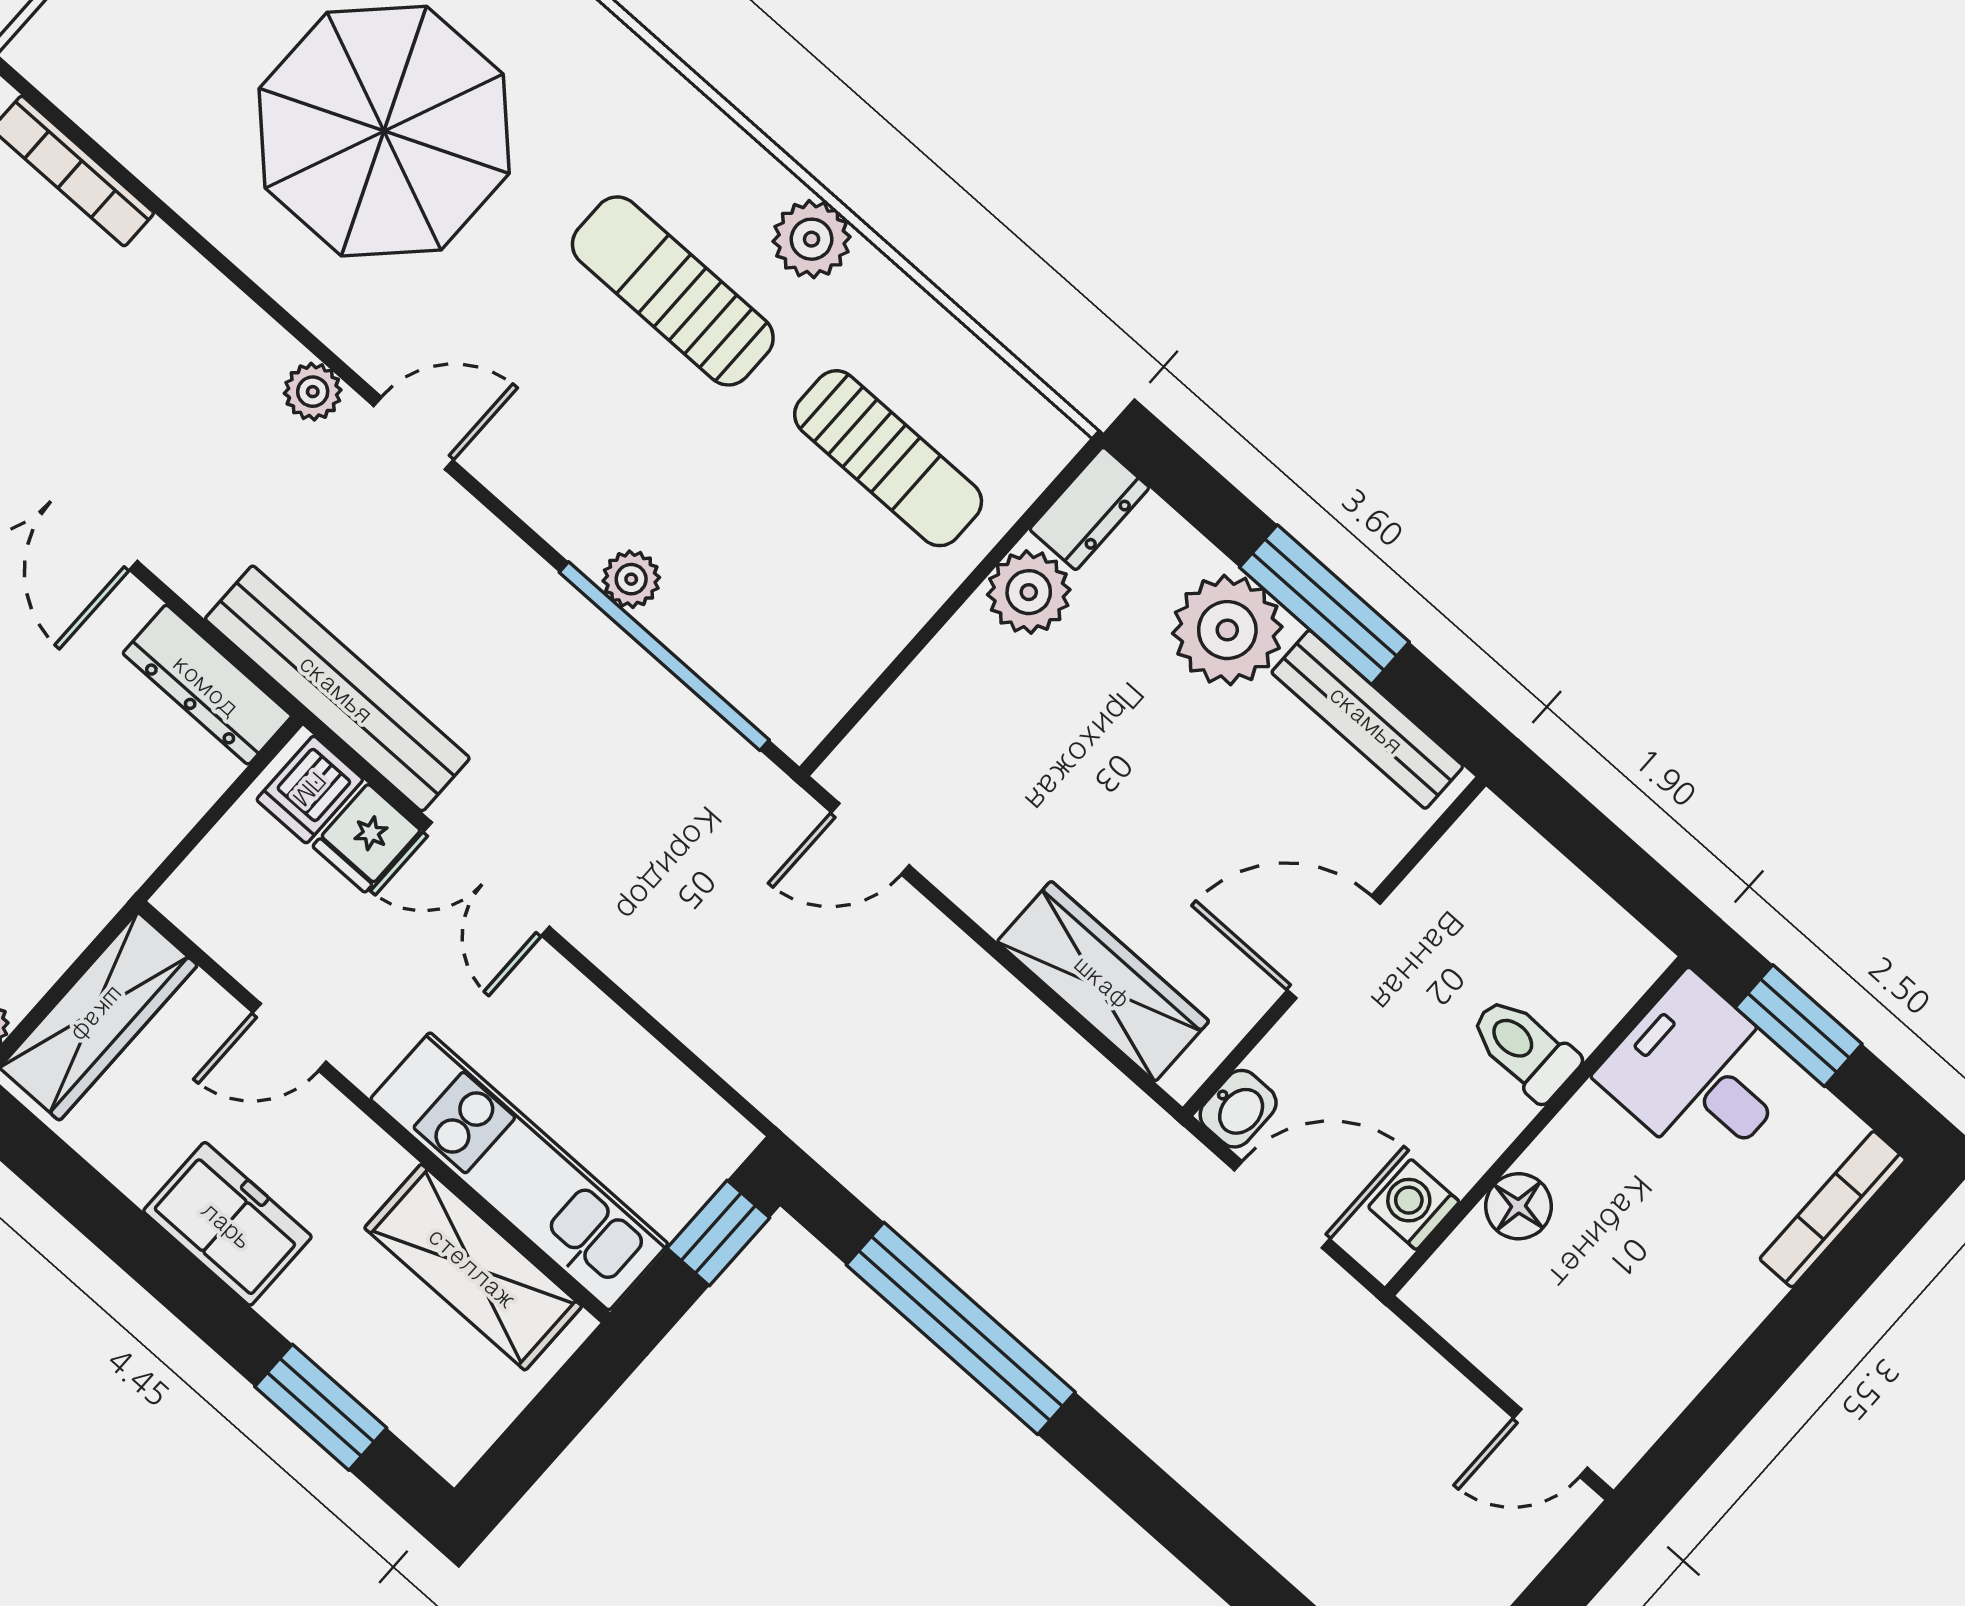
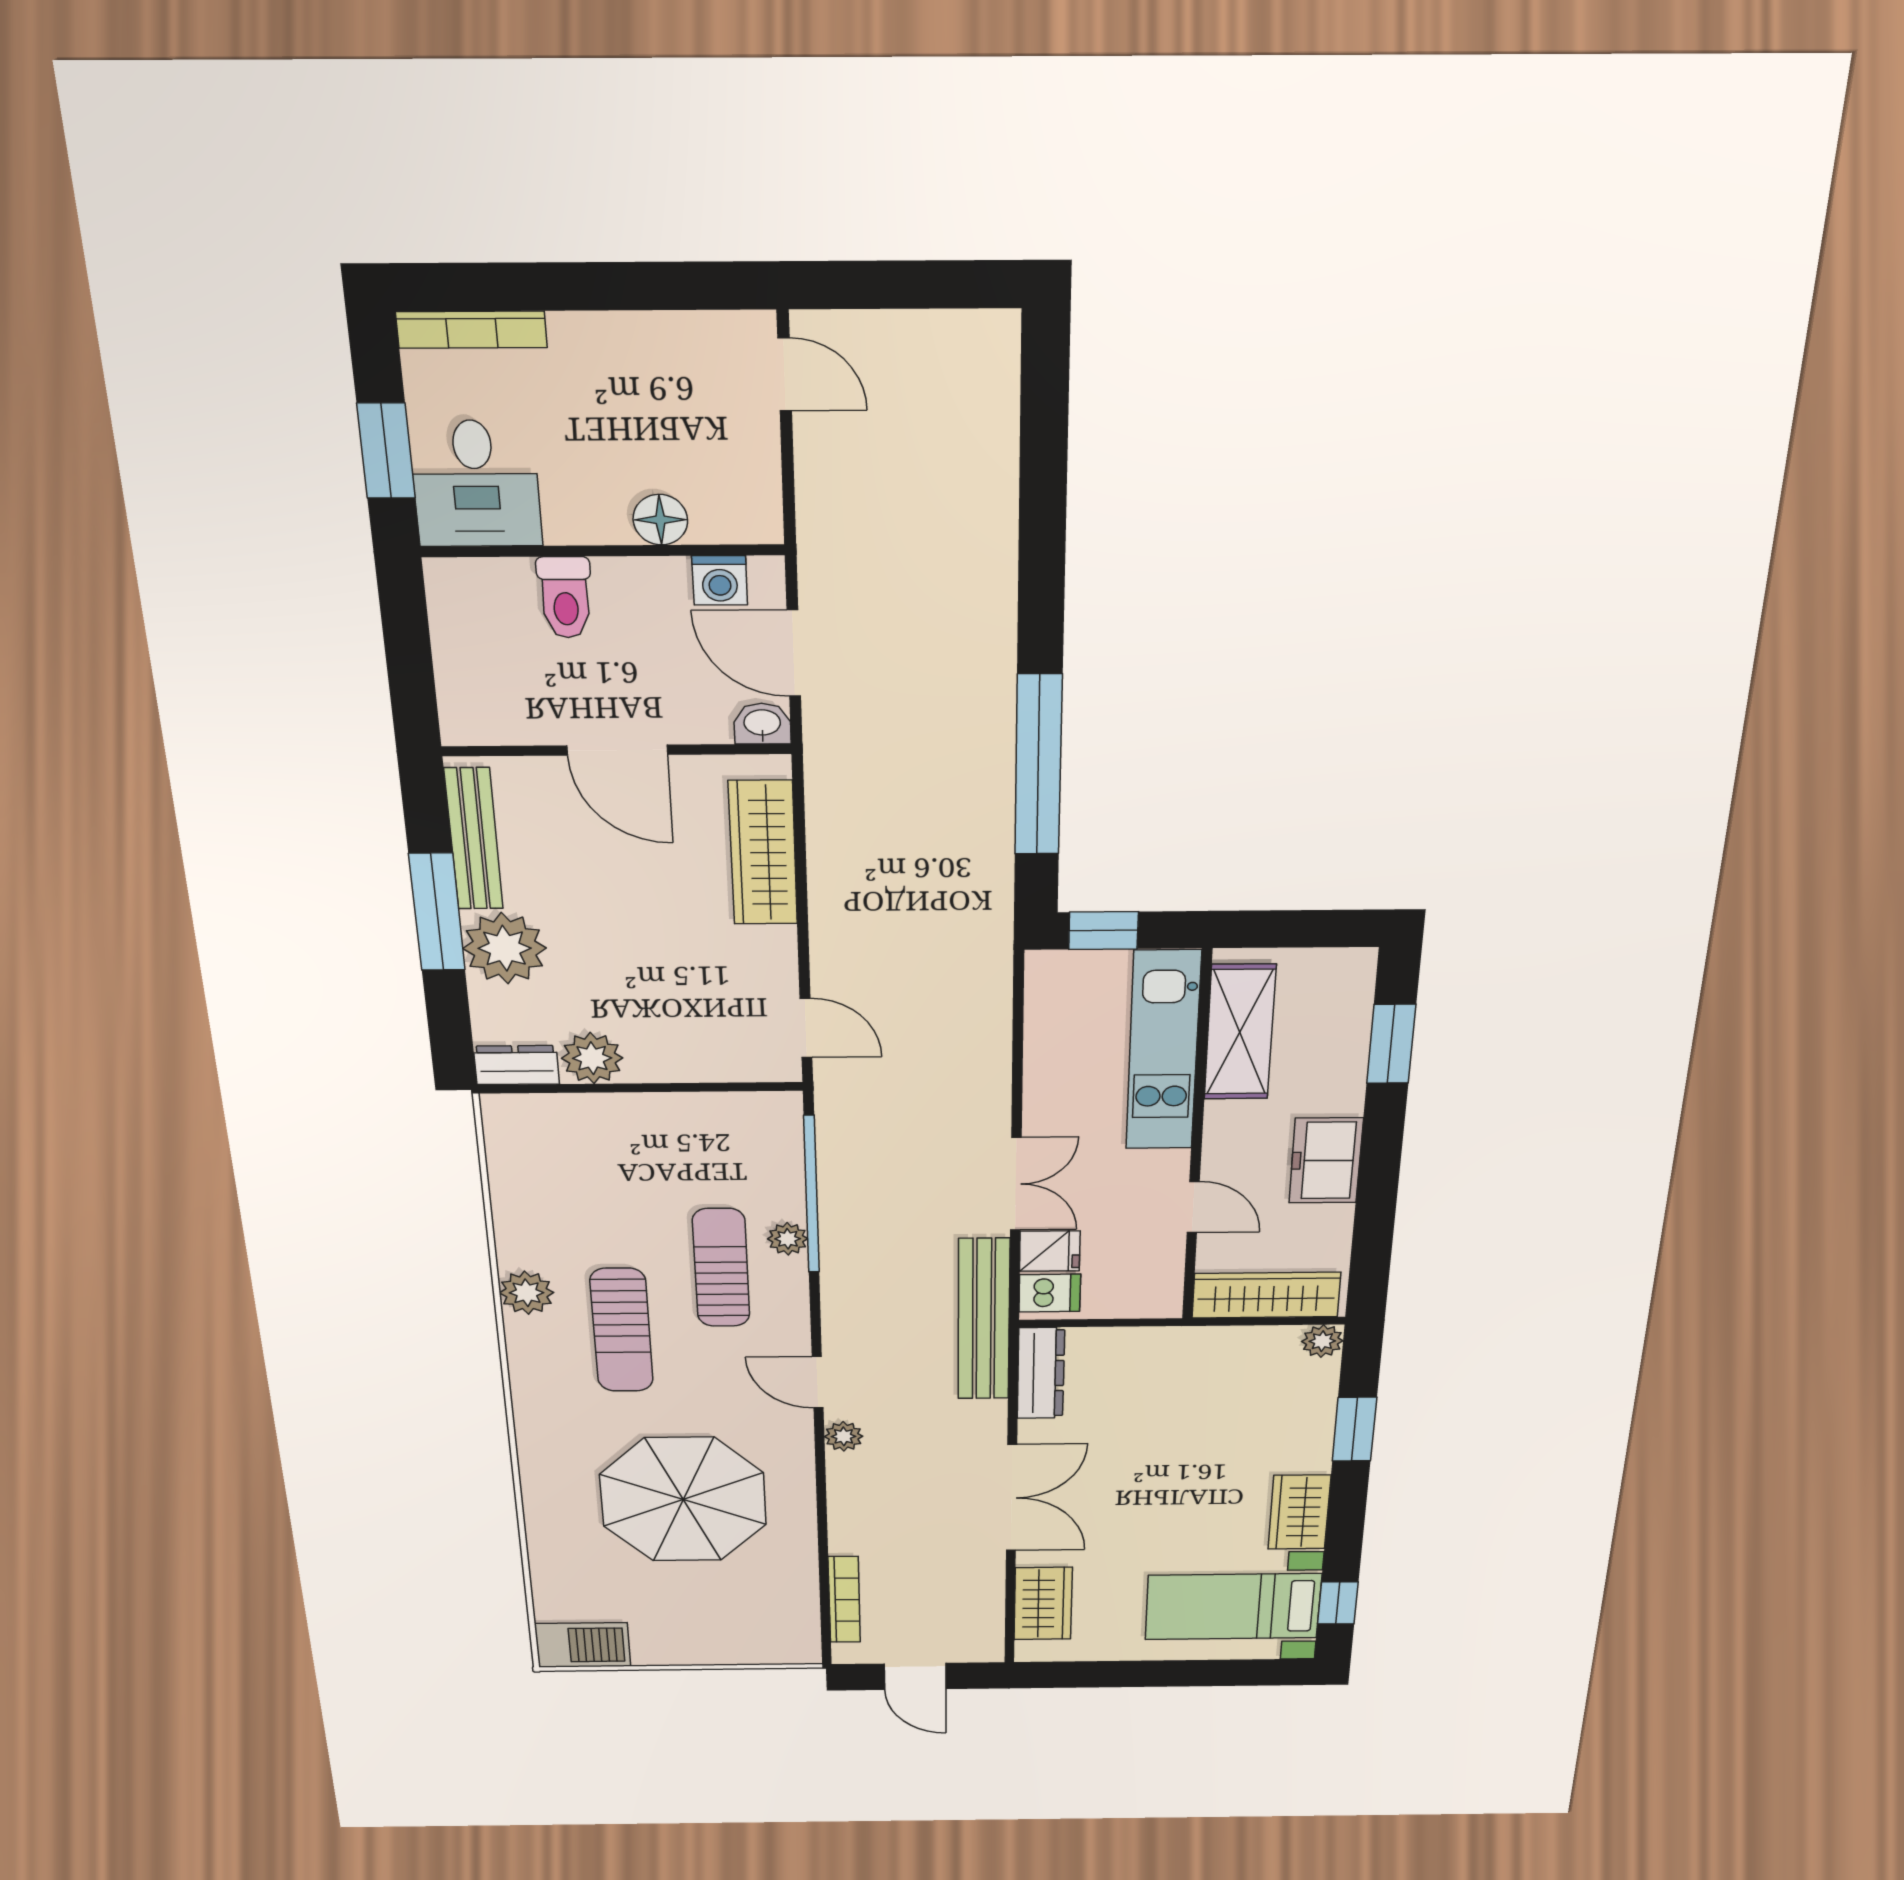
sun lounger: (888, 458) -> (721, 1268), moved

